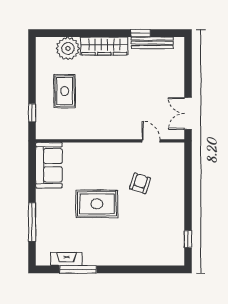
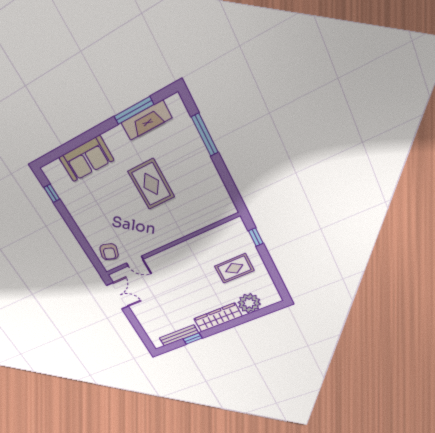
rug: (65, 91) -> (234, 268), turned 90
sofa: (49, 165) -> (86, 159), moved, turned -90
armchair: (140, 183) -> (109, 252), moved
rug: (97, 204) -> (151, 184), turned 90
fireplace: (66, 259) -> (146, 120), width x1.37, depth x1.32

